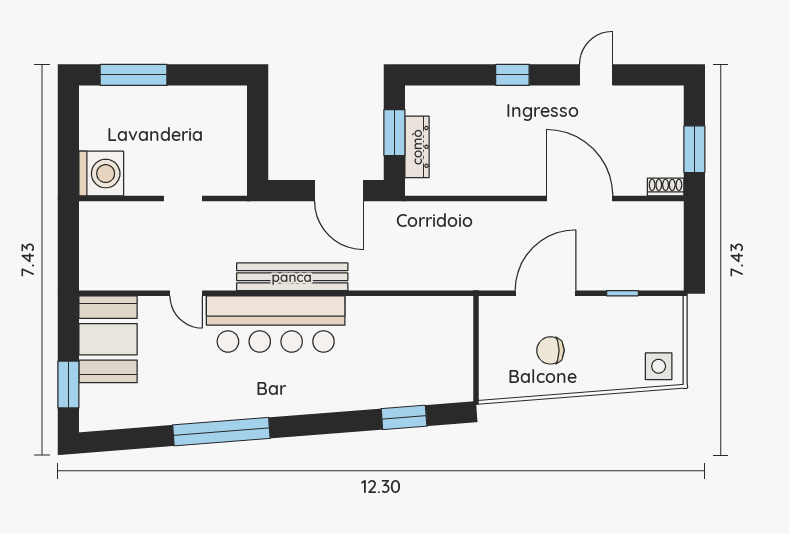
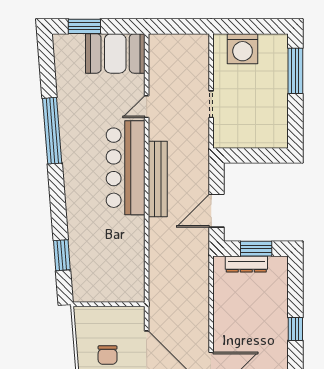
washing machine: (101, 174) -> (243, 49), moved
chair: (550, 350) -> (108, 355), turned 180

